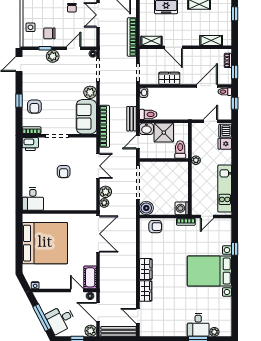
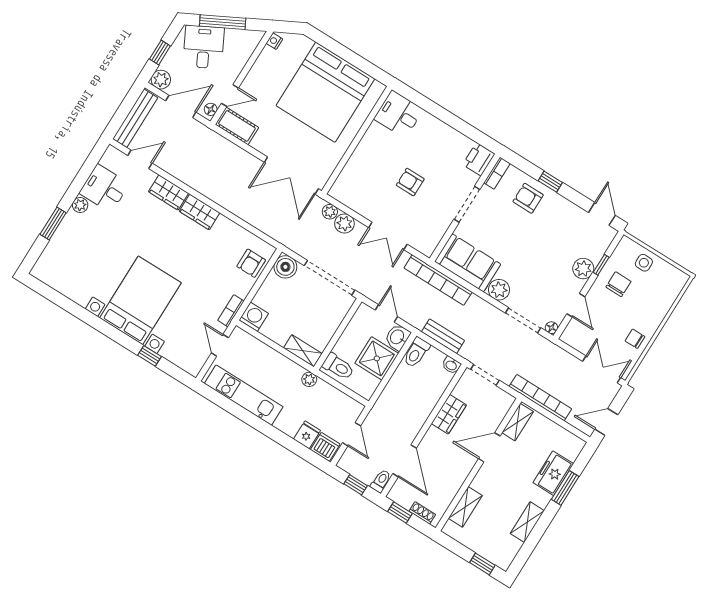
bench: (132, 119) -> (443, 336), moved
shelving: (183, 173) -> (303, 351), added
desk: (198, 325) -> (104, 188), moved
plant: (214, 332) -> (80, 205), moved

